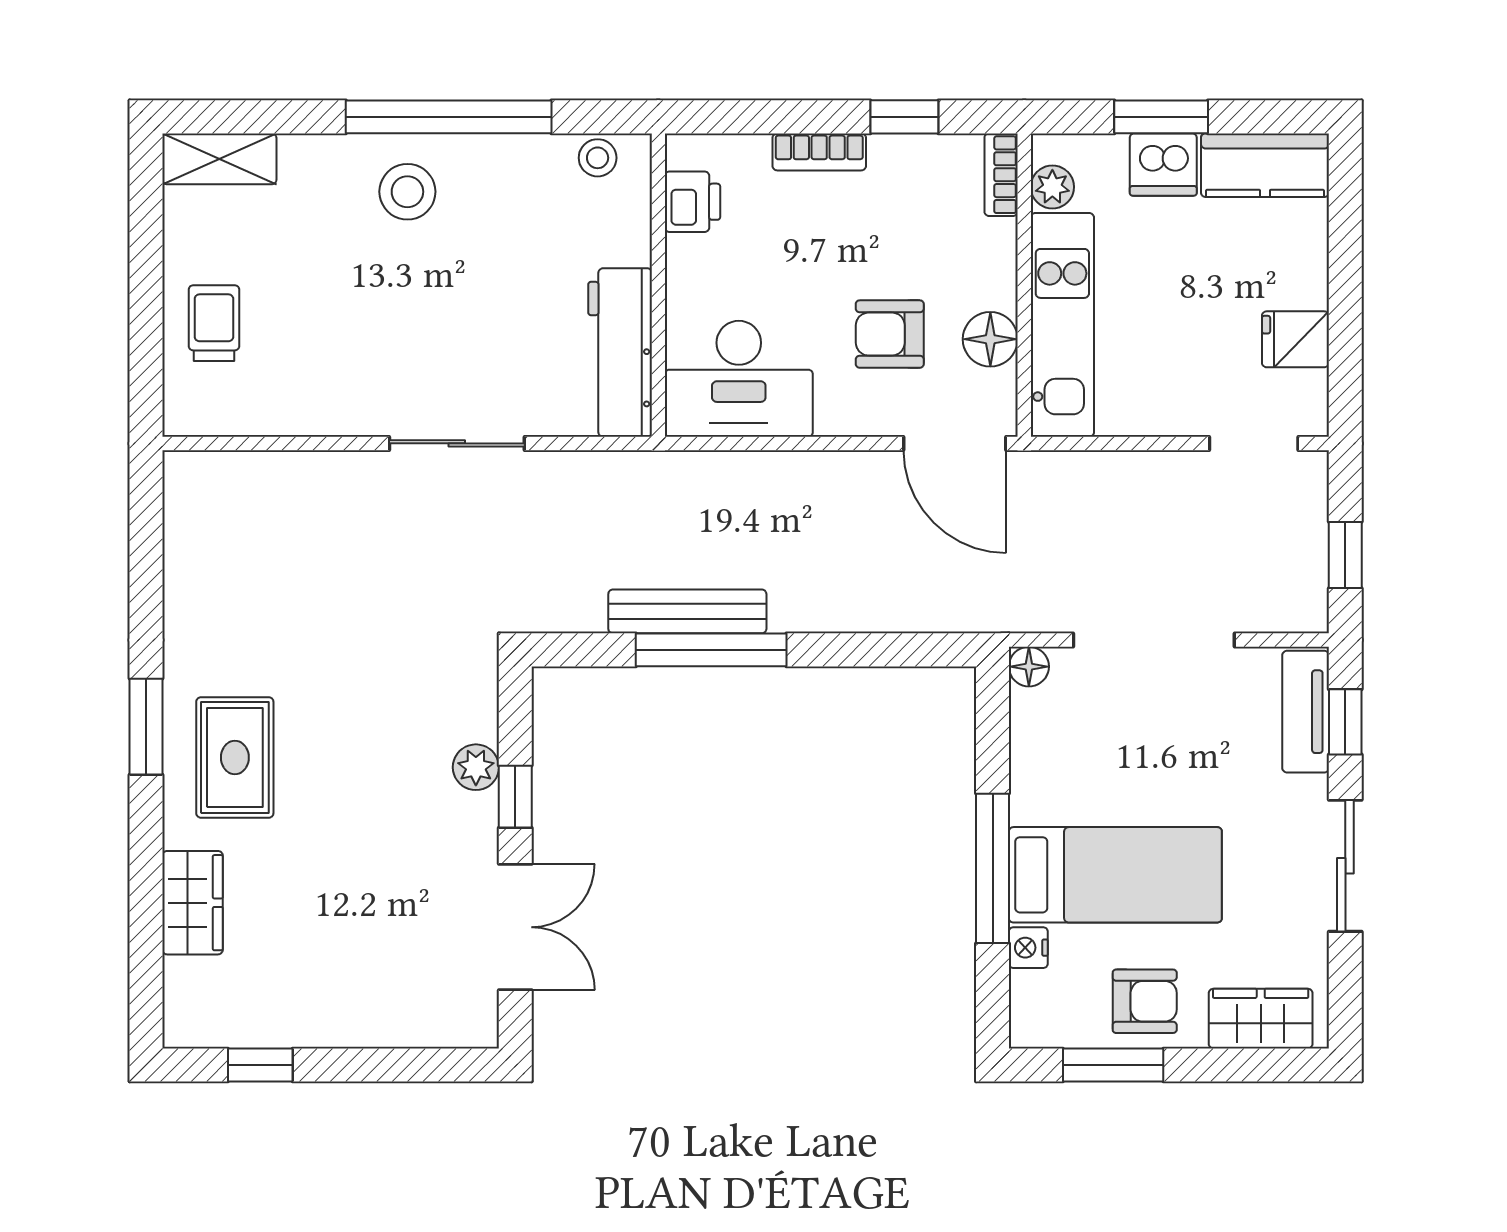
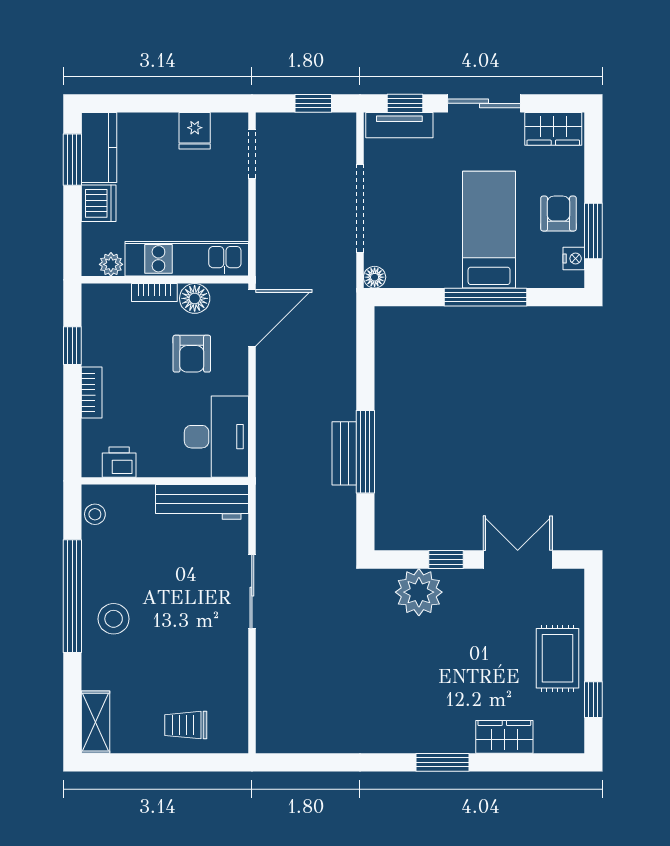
window: (1161, 117) -> (72, 160), moved
bookcase: (1001, 175) -> (154, 292), moved
bench: (687, 611) -> (344, 453), width x0.73
window: (146, 727) -> (442, 762), moved
rug: (235, 757) -> (558, 658), moved, turned 90
plant: (476, 767) -> (419, 592), width x1.88, depth x1.88
nightstand: (1028, 948) -> (574, 259), moved, turned -90
wardrobe: (1261, 1019) -> (553, 129), moved, turned -90

